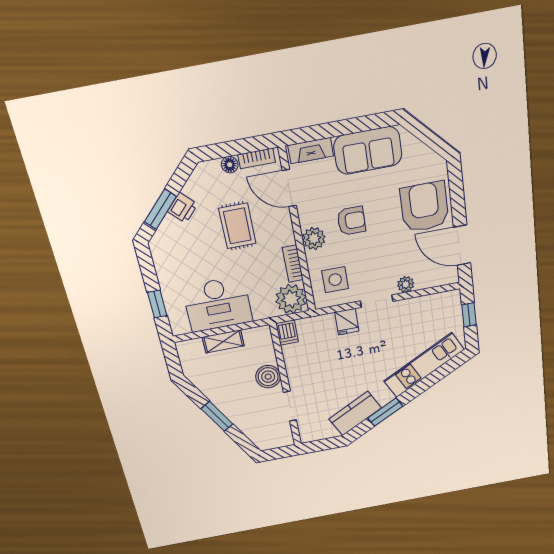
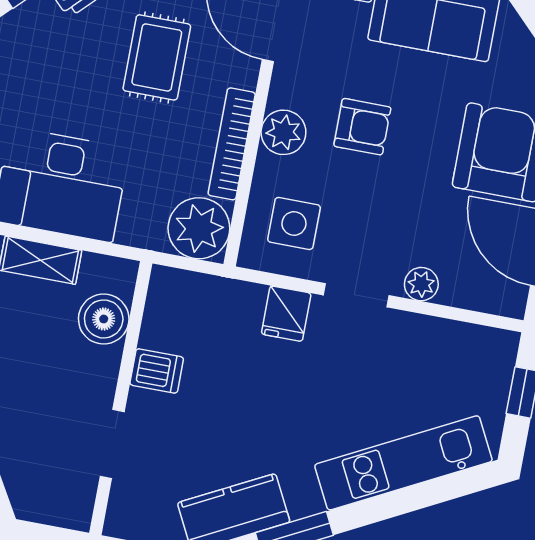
bookcase: (293, 264) -> (232, 144), width x1.56
dishwasher: (287, 333) -> (157, 371), moved, turned -90
boiler: (268, 377) -> (104, 319), moved

